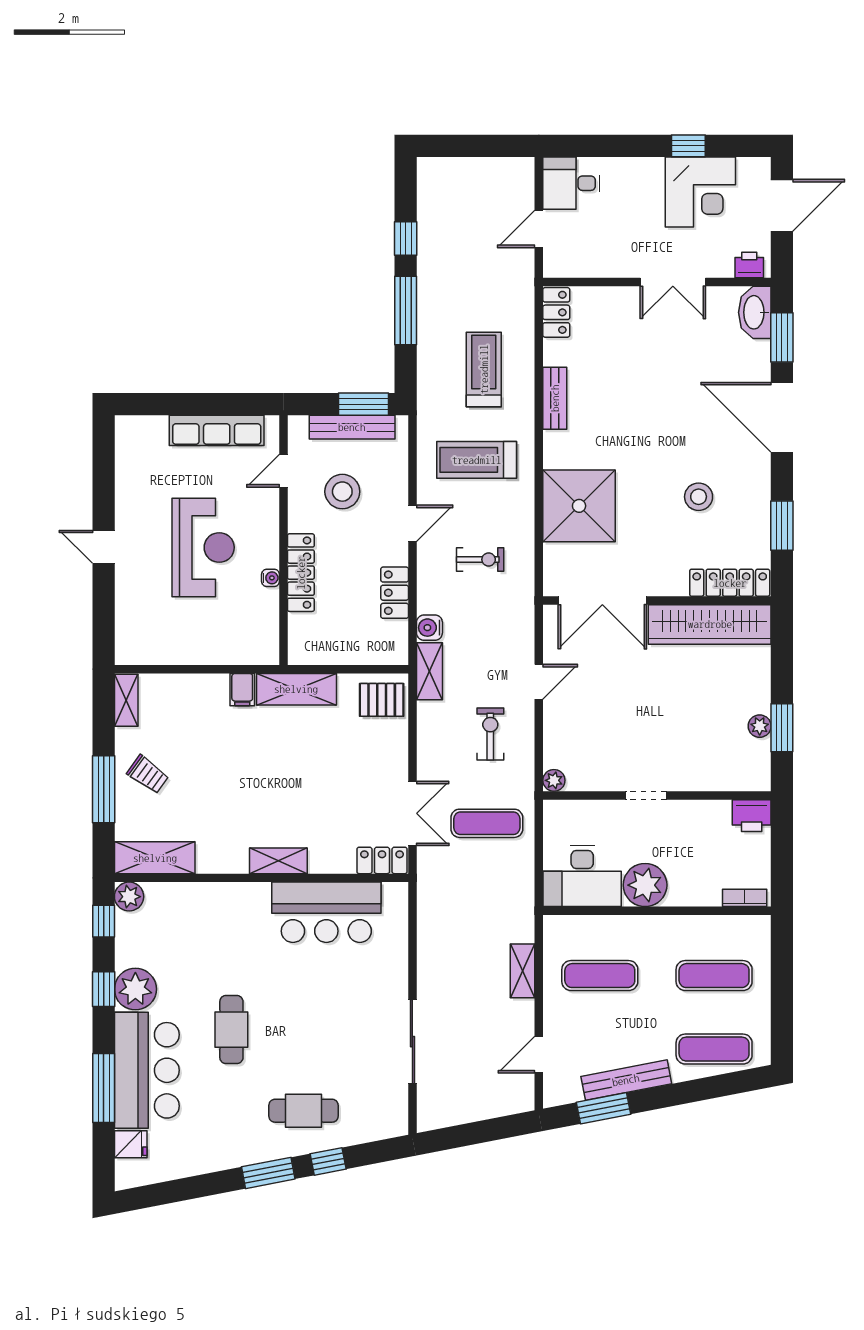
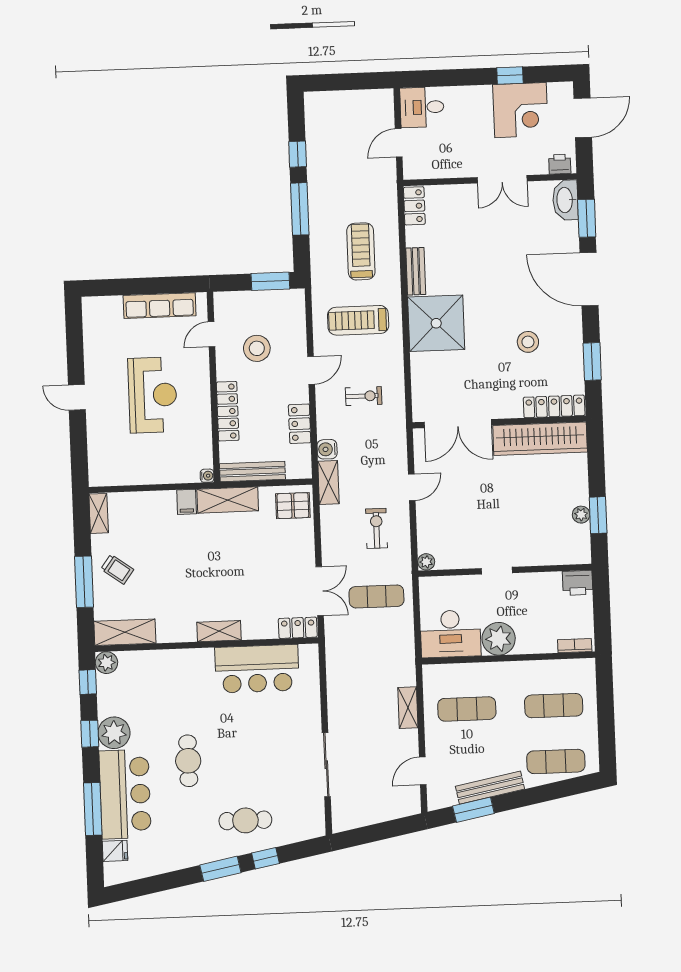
bench: (352, 427) -> (252, 472), moved
shower: (579, 506) -> (436, 323), moved
water cooler: (271, 578) -> (207, 476), moved

